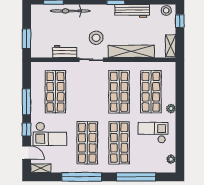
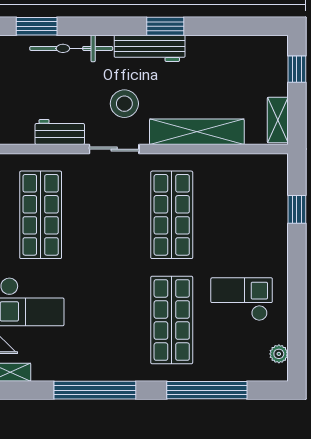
stool: (166, 10) -> (269, 47), removed
workbench: (132, 11) -> (150, 48), moved
window: (180, 89) -> (297, 209), added
shop shelf: (151, 92) -> (237, 215), removed
plant: (171, 108) -> (279, 249), removed
shop shelf: (87, 143) -> (106, 320), removed

